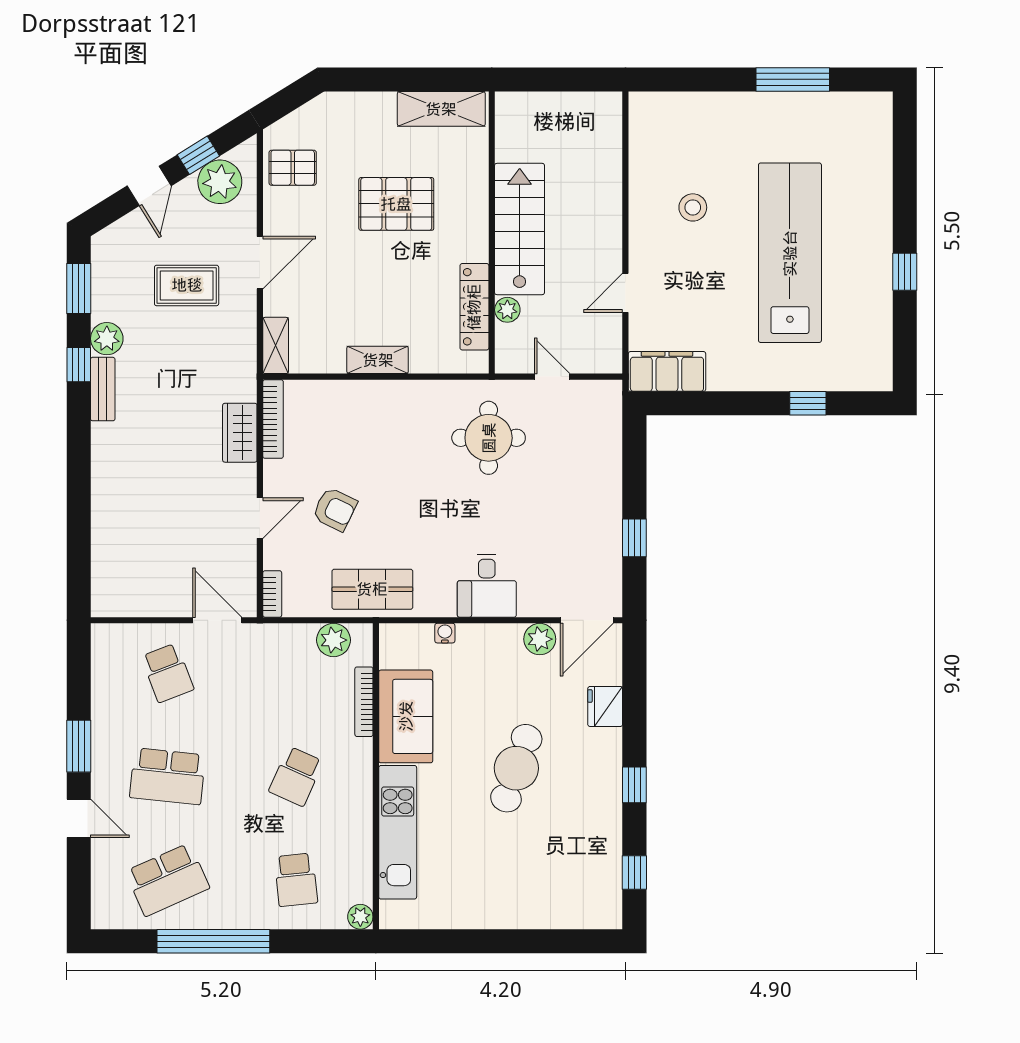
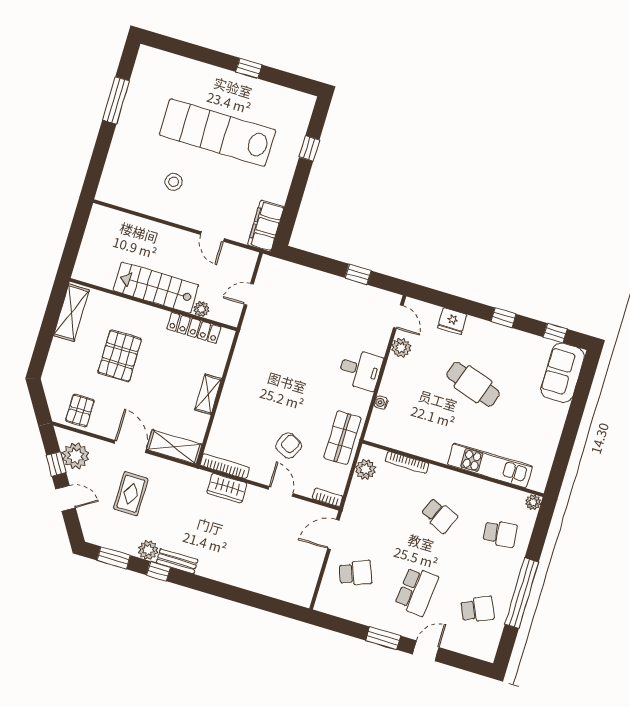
shelving: (276, 345) -> (174, 447), width x1.50, depth x1.33
round table: (489, 438) -> (274, 343), removed
door: (587, 620) -> (398, 317), width x0.73
sofa: (406, 716) -> (563, 373), moved, turned -90
school desk: (167, 880) -> (477, 609), width x0.54

